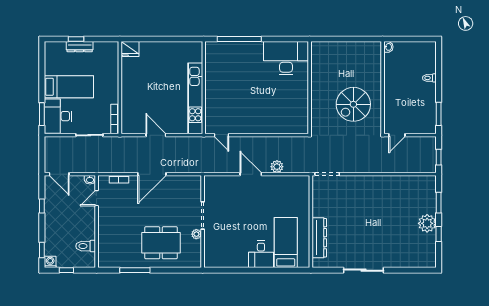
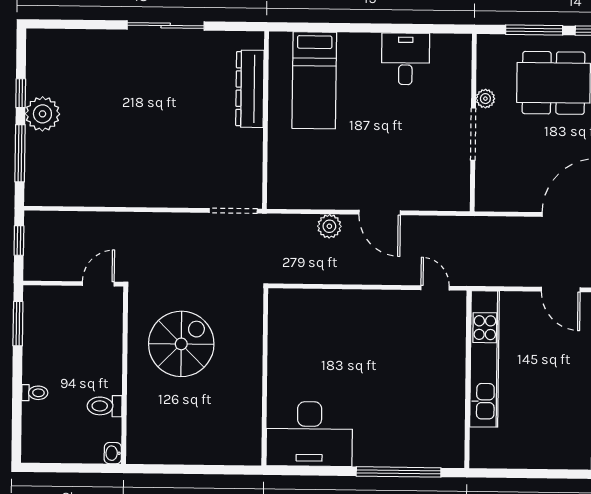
toilet: (393, 71) -> (105, 406), added
window: (439, 203) -> (20, 153), width x1.44
desk: (261, 254) -> (405, 59), moved
window: (171, 270) -> (534, 30), added

